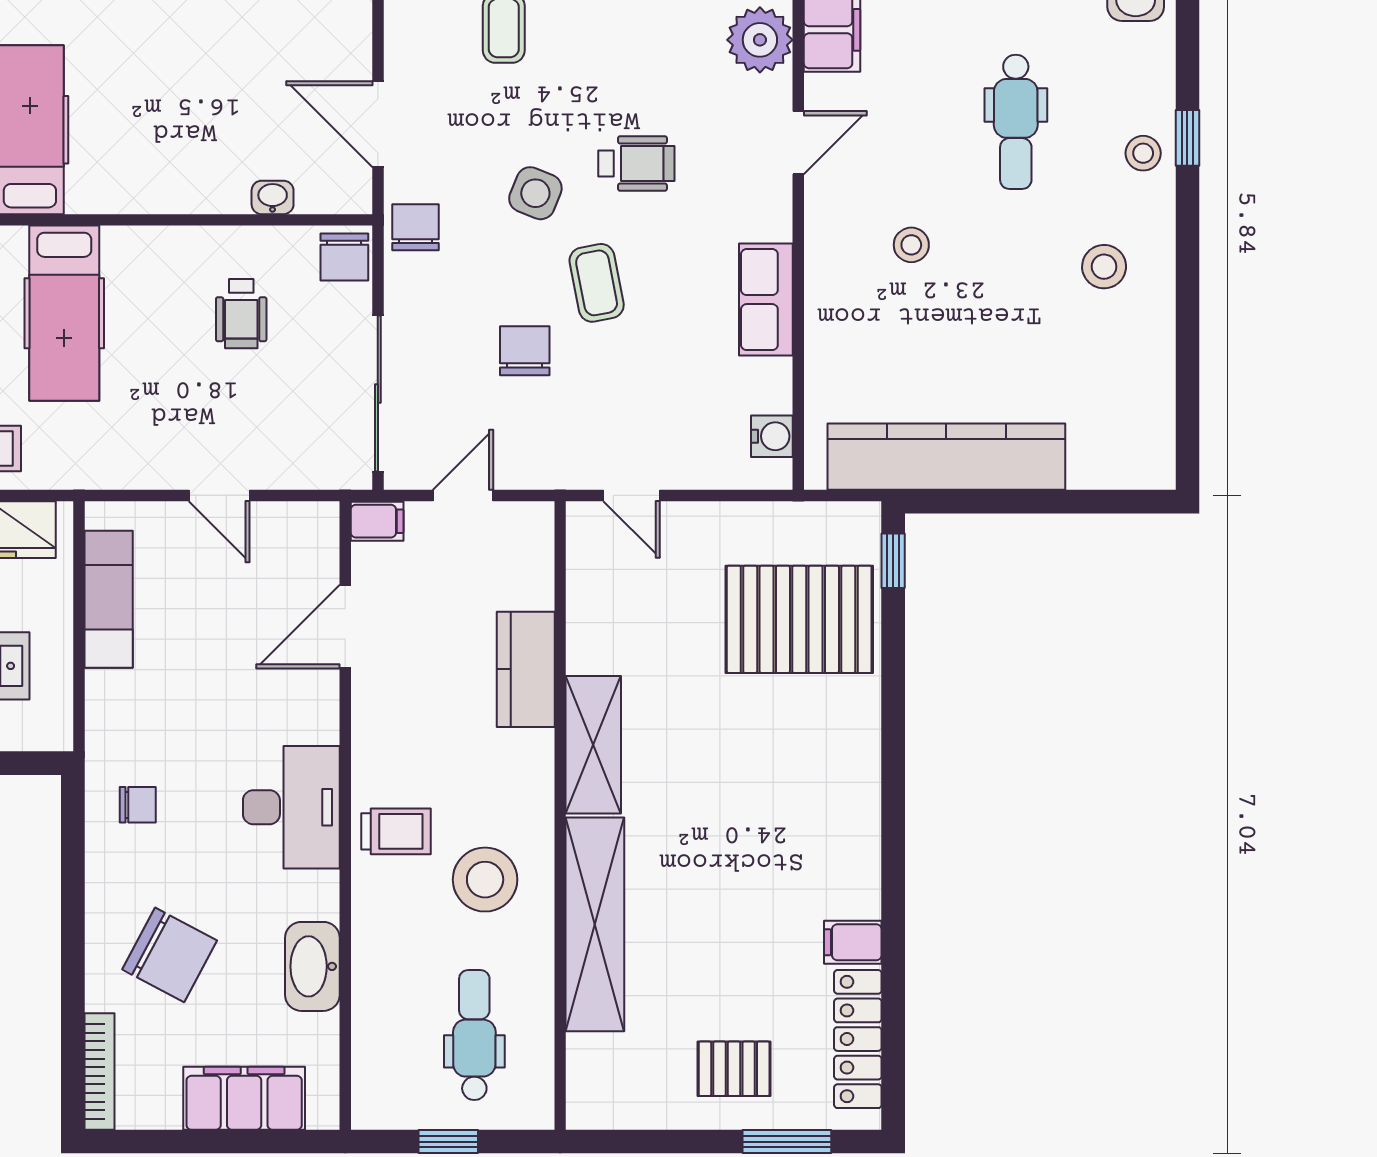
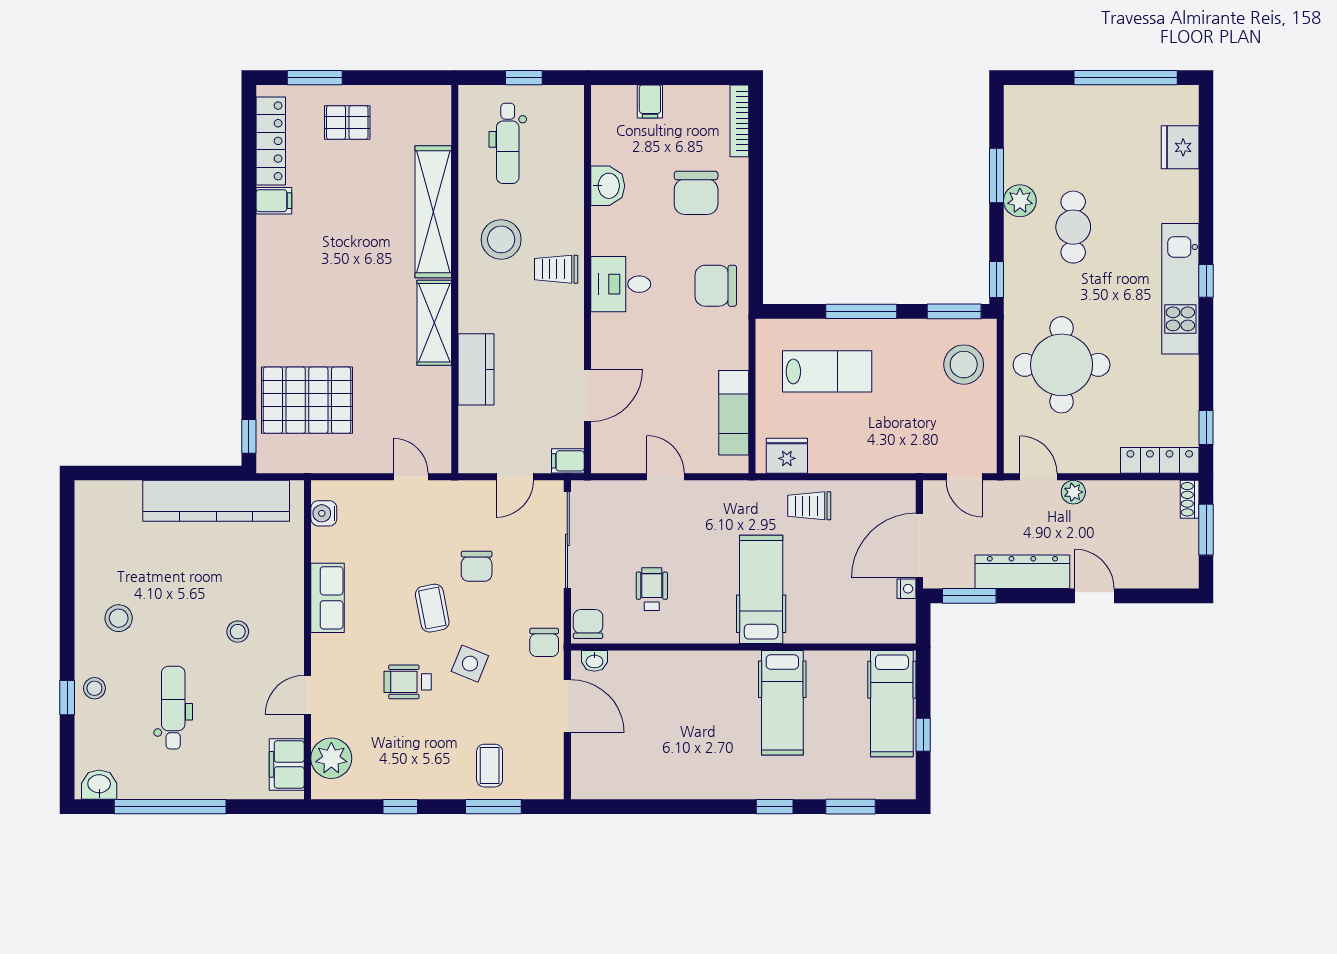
washbasin: (273, 197) -> (594, 661), moved
chair: (138, 805) -> (716, 286), width x1.87, depth x1.87
desk: (291, 807) -> (621, 284), width x0.73
chair: (170, 955) -> (696, 193), turned -118
washbasin: (312, 966) -> (608, 186), width x0.72
filing cabinet: (244, 1098) -> (650, 101), width x0.33, depth x0.86

